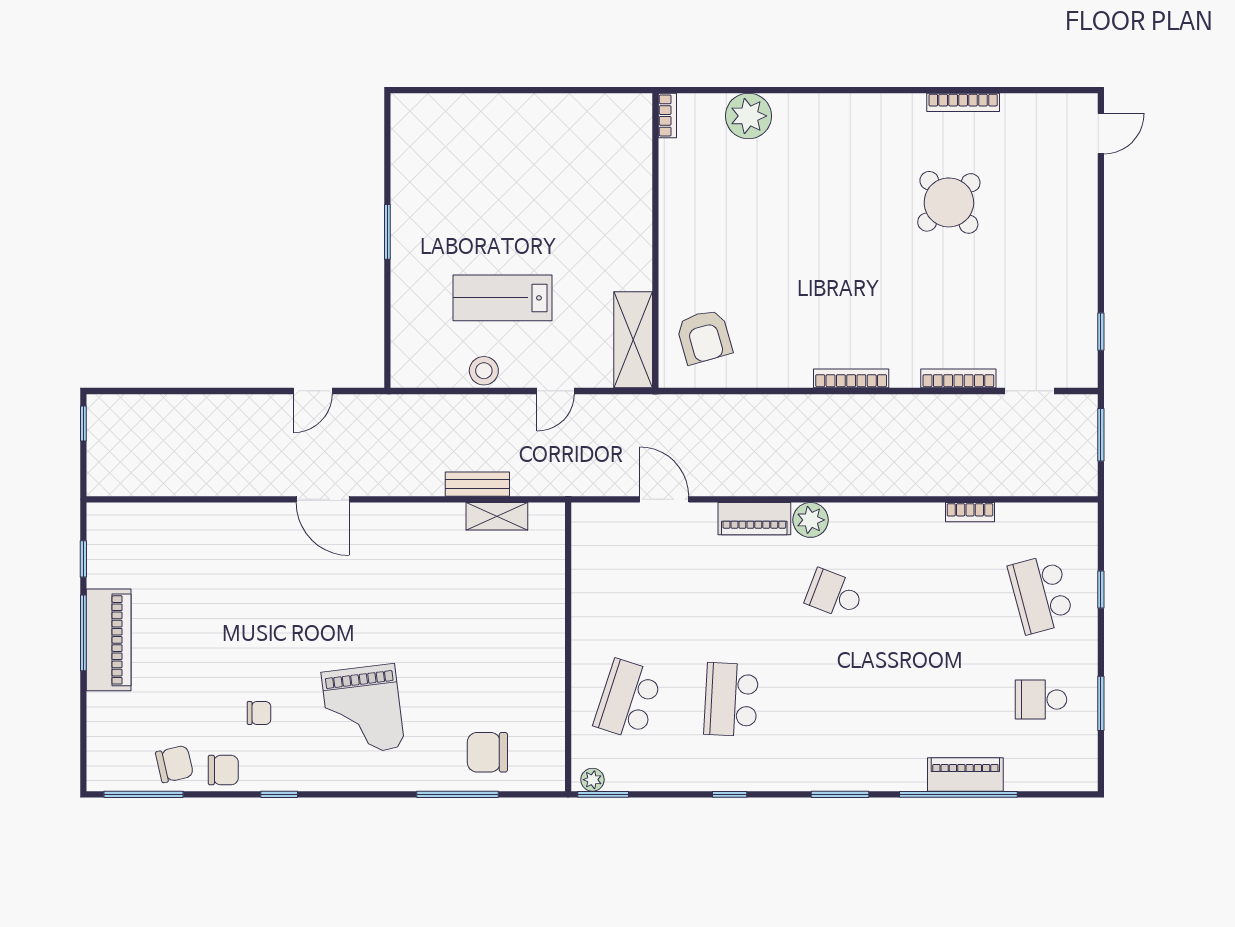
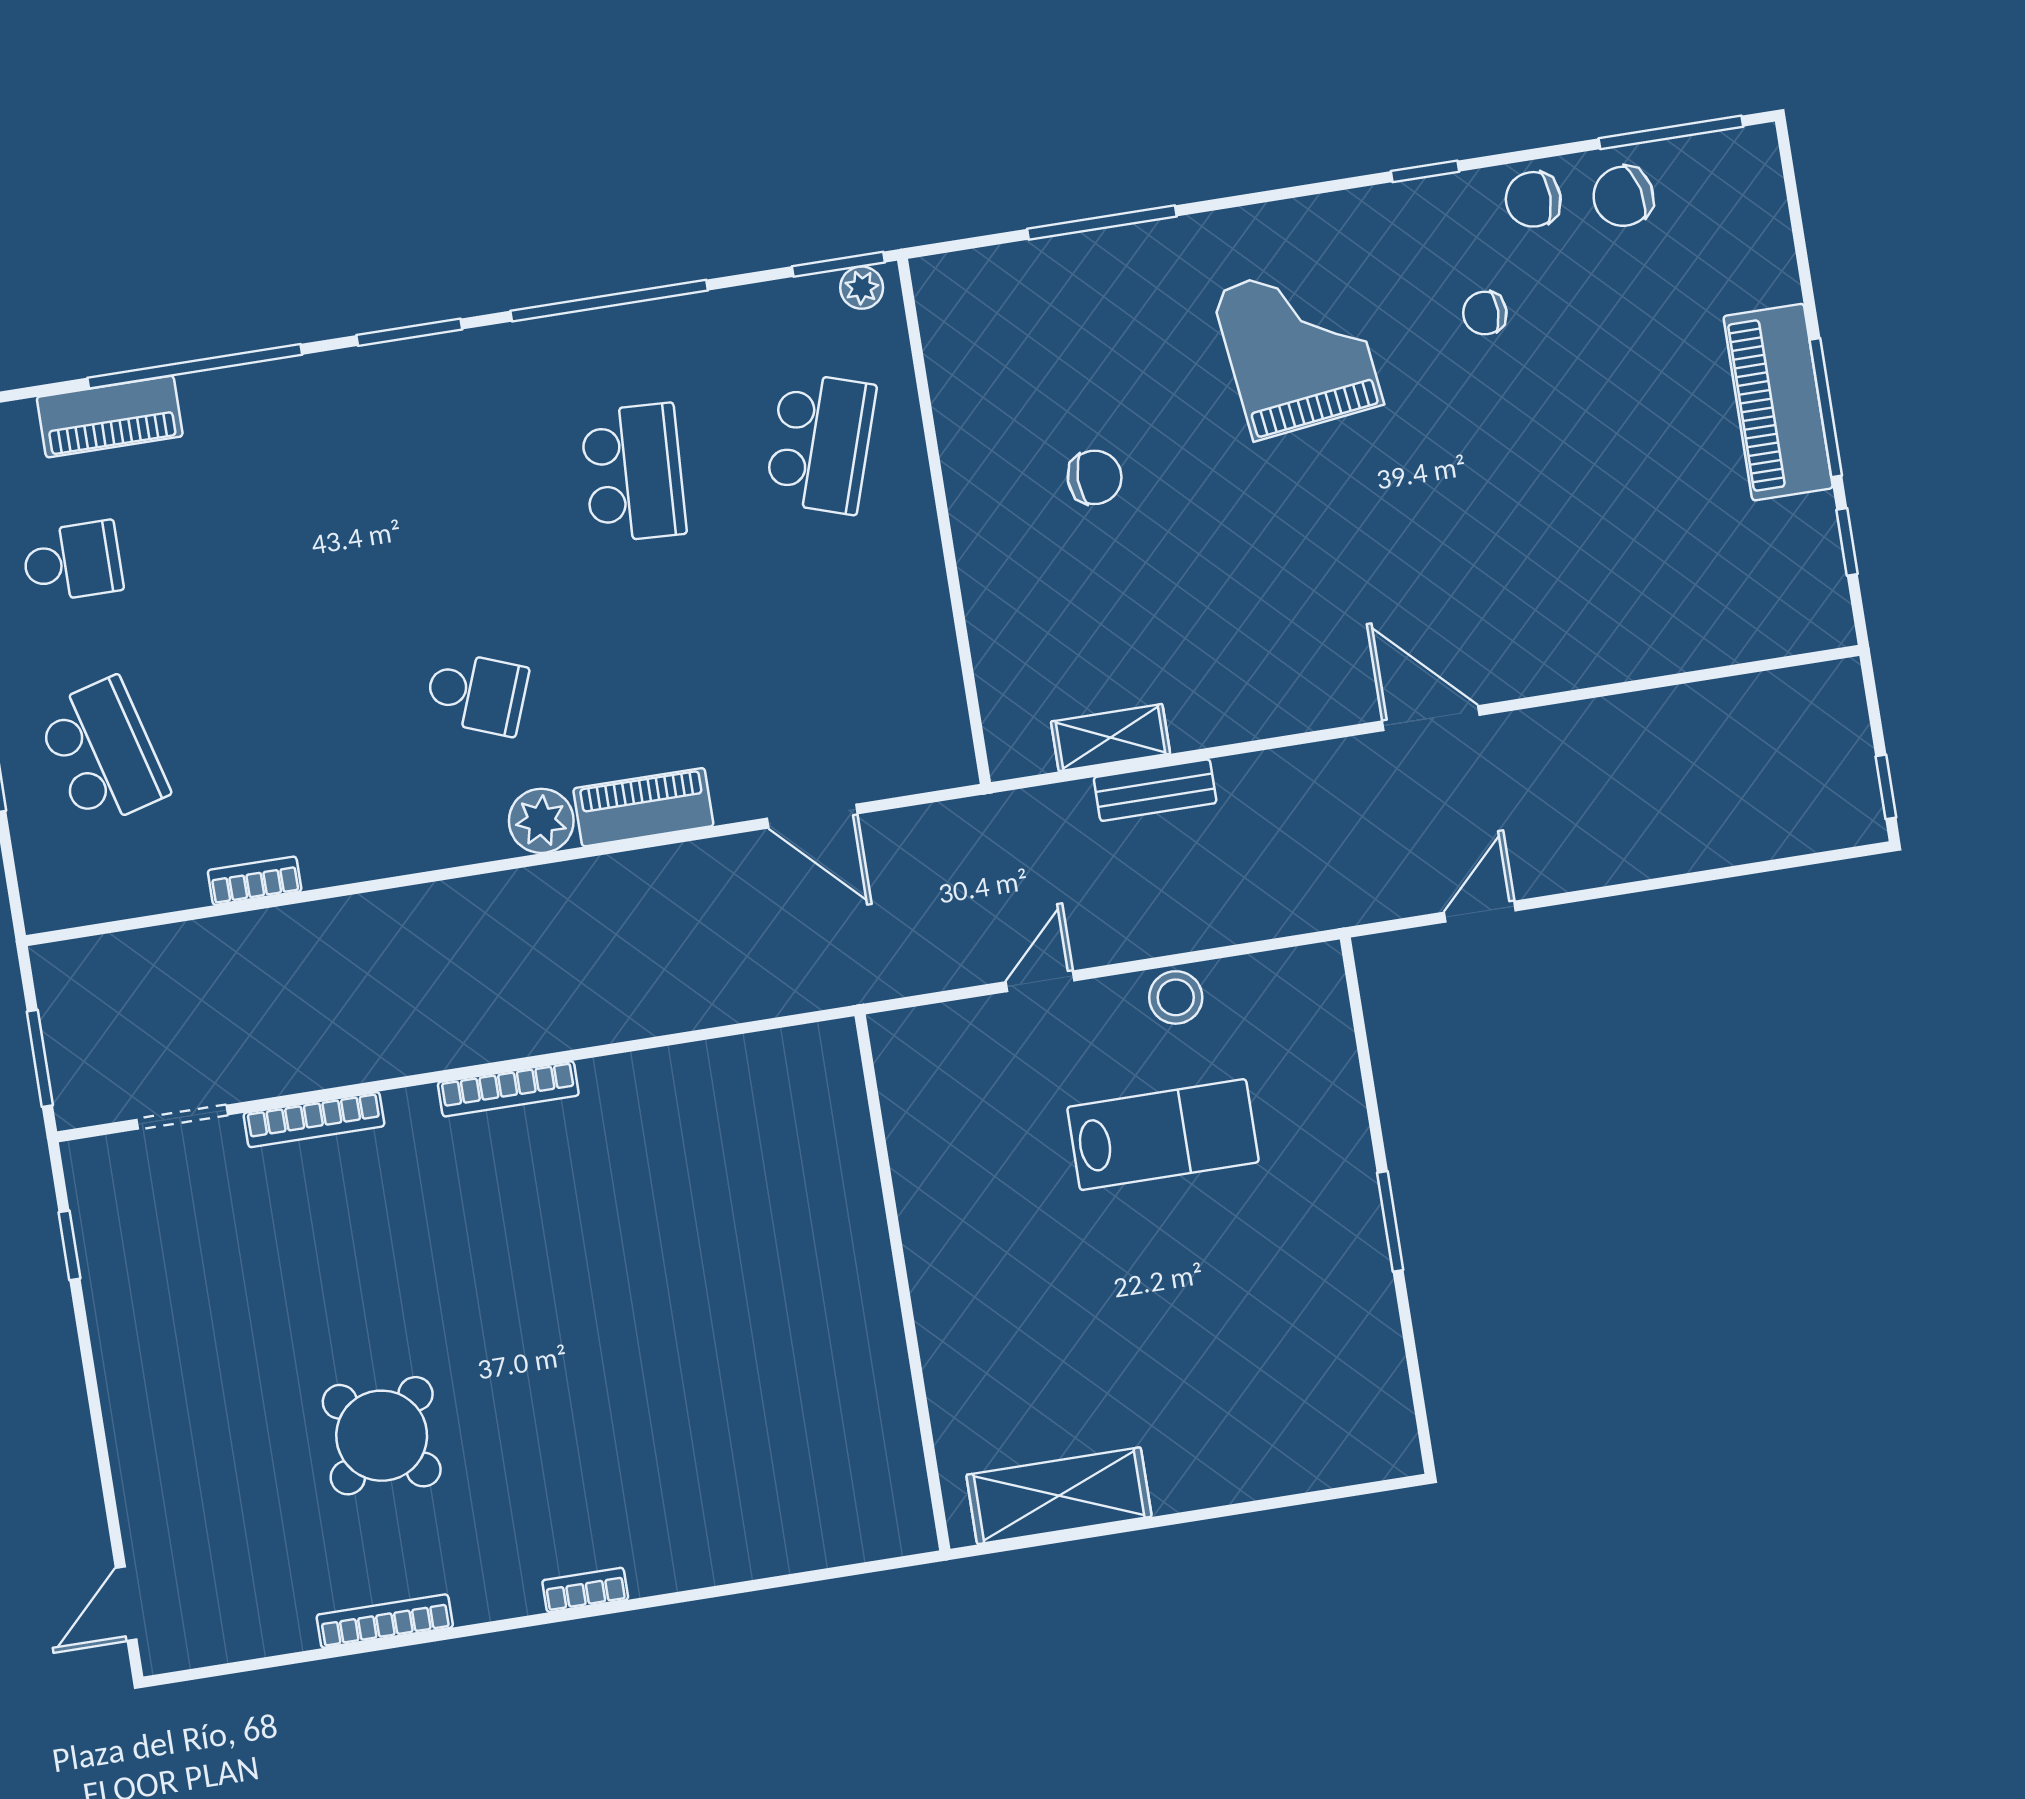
bookcase: (667, 115) -> (585, 1590), moved, turned 90
plant: (748, 116) -> (770, 1535), removed
armchair: (704, 337) -> (786, 1122), removed
shelving: (633, 340) -> (1059, 1496), moved, turned 90
chair: (487, 752) -> (1095, 477), moved, width x0.73, depth x0.73
piano: (965, 774) -> (110, 417), moved
window: (730, 794) -> (609, 301), width x3.17

